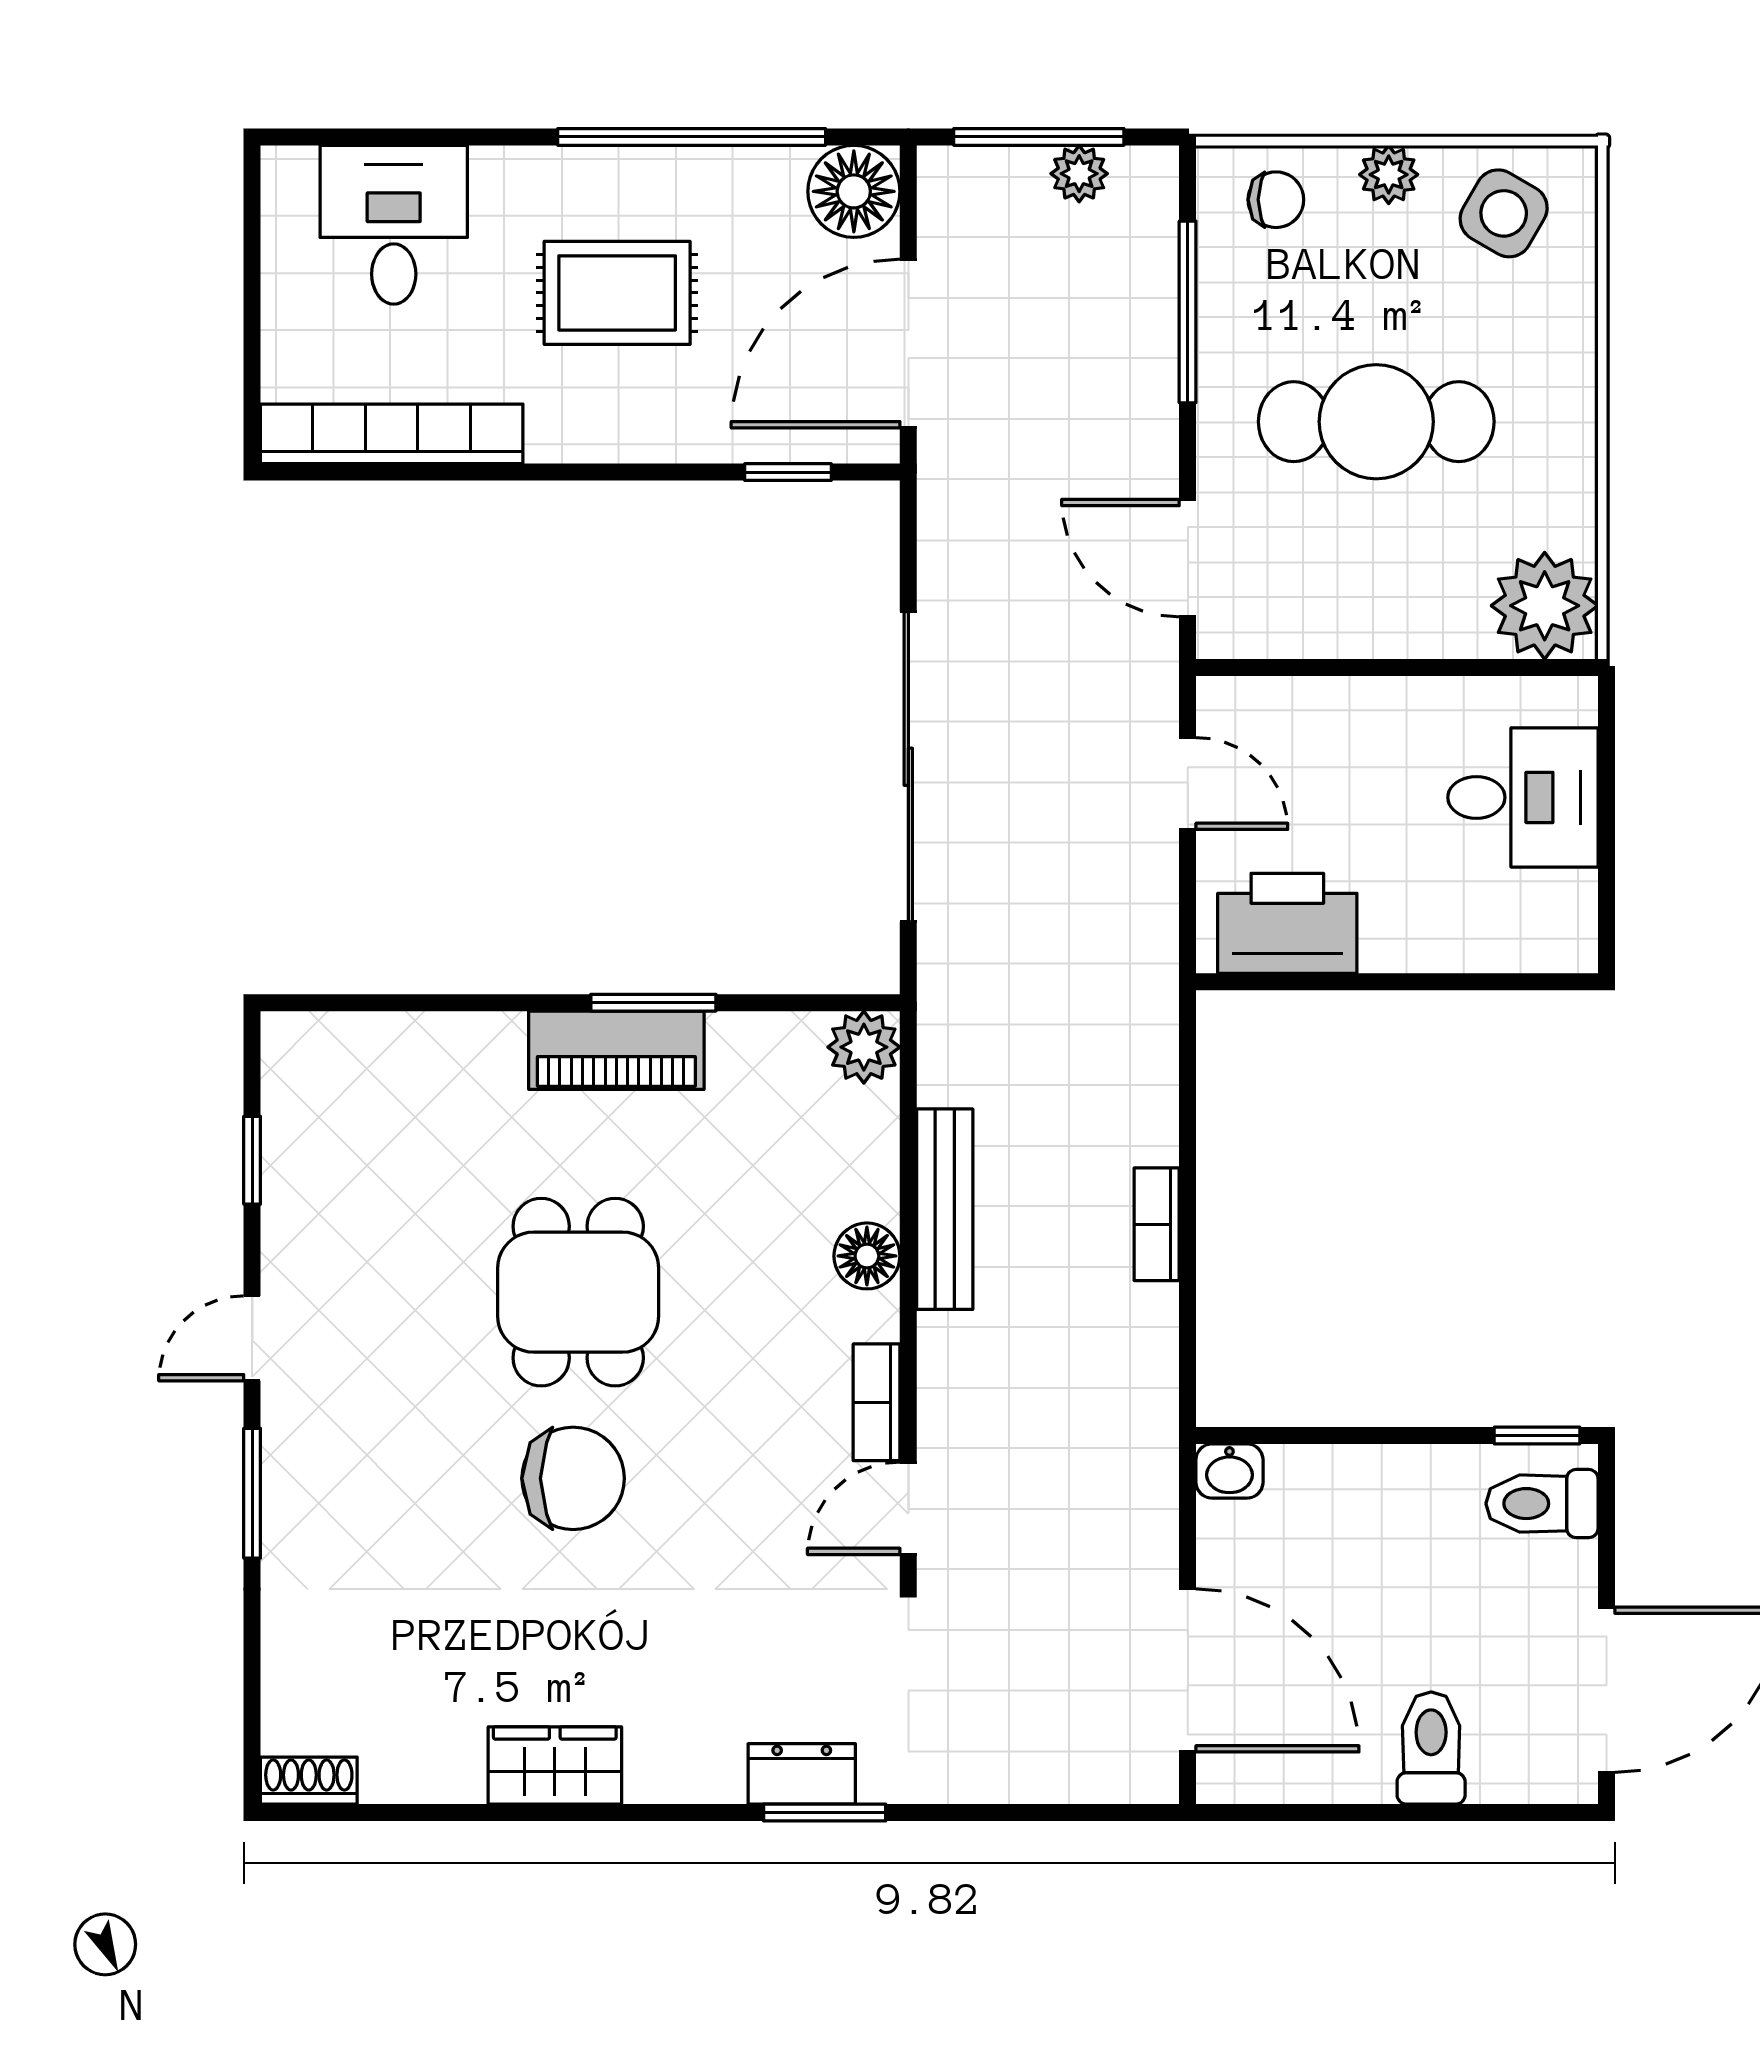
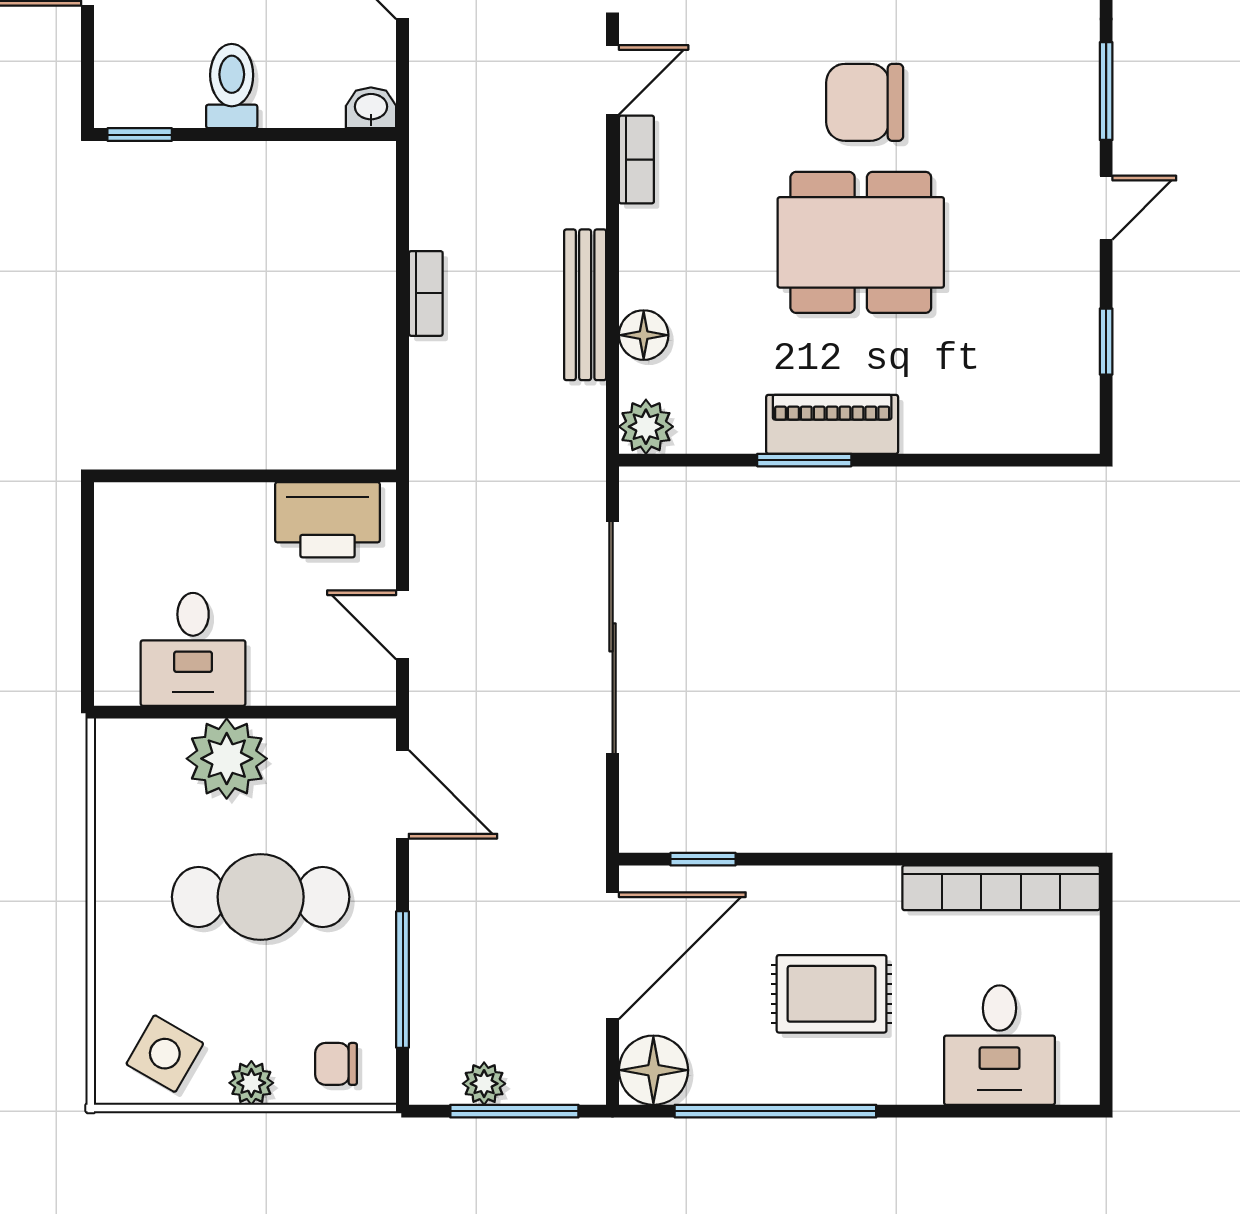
plant: (1545, 606) -> (227, 759), moved
desk: (1523, 797) -> (193, 649), moved, turned -90
floor lamp: (867, 1256) -> (644, 335), moved
dining table: (578, 1292) -> (861, 242), width x1.38
toilet: (1542, 1504) -> (232, 86), moved, turned -90

